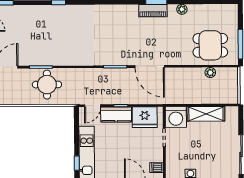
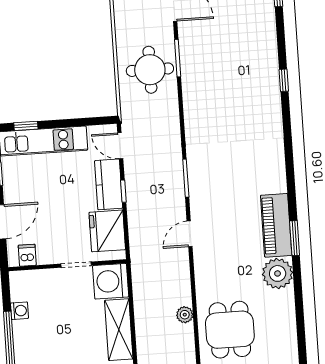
plant: (182, 9) -> (278, 273), width x1.87, depth x1.87
piano: (153, 11) -> (276, 225), width x1.37, depth x1.33
door: (150, 66) -> (190, 234), width x0.53
plant: (210, 73) -> (185, 315), moved

